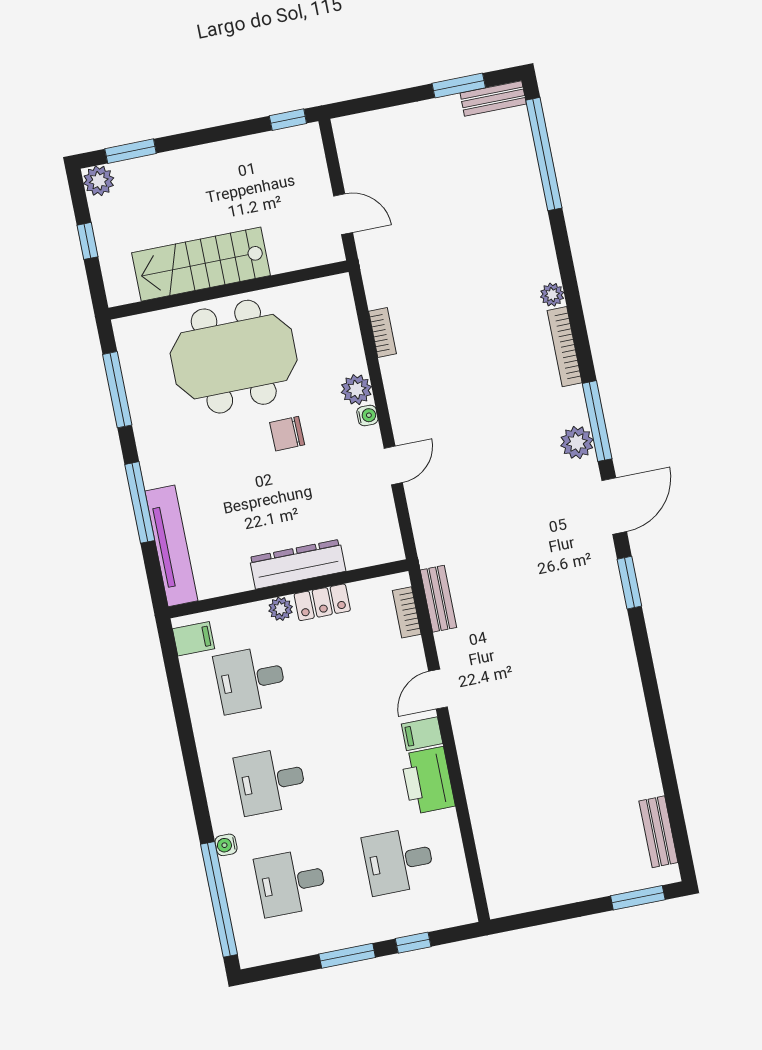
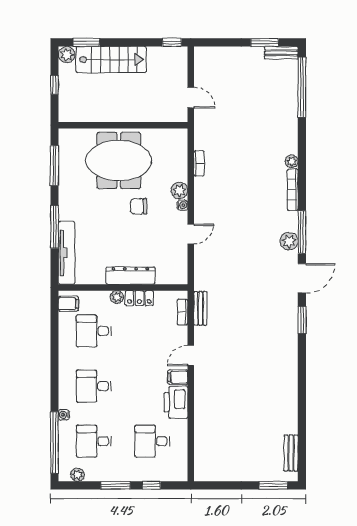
stairs: (201, 264) -> (111, 60), moved, turned 180
plant: (273, 950) -> (78, 475), added

